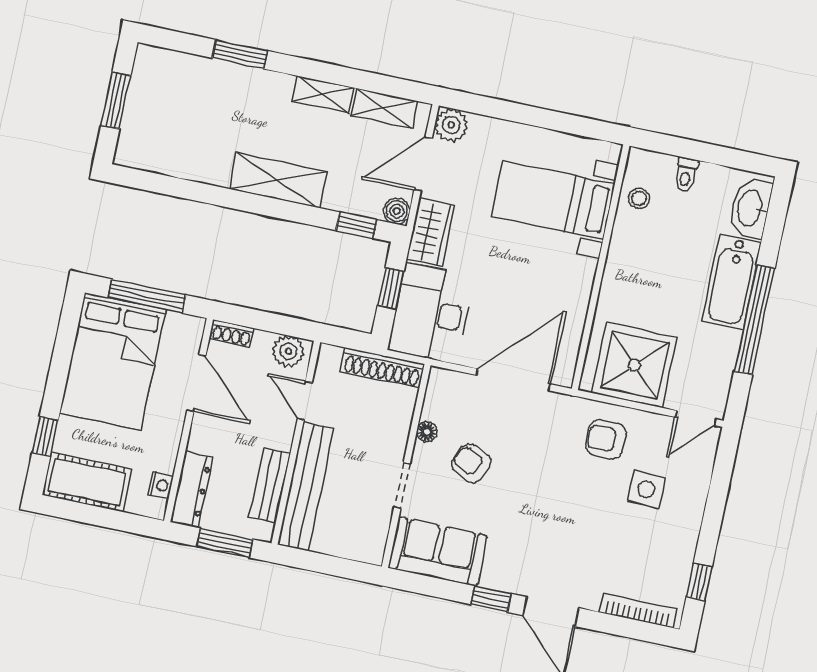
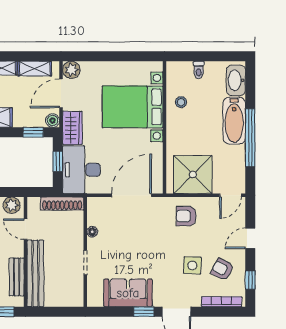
stool: (639, 198) -> (181, 102), moved
bed with nightstands: (553, 200) -> (133, 107), width x1.36
armchair: (471, 463) -> (222, 269), moved
side table: (646, 489) -> (192, 265), moved
door: (715, 505) -> (250, 238), added
sofa: (438, 552) -> (128, 293), moved

